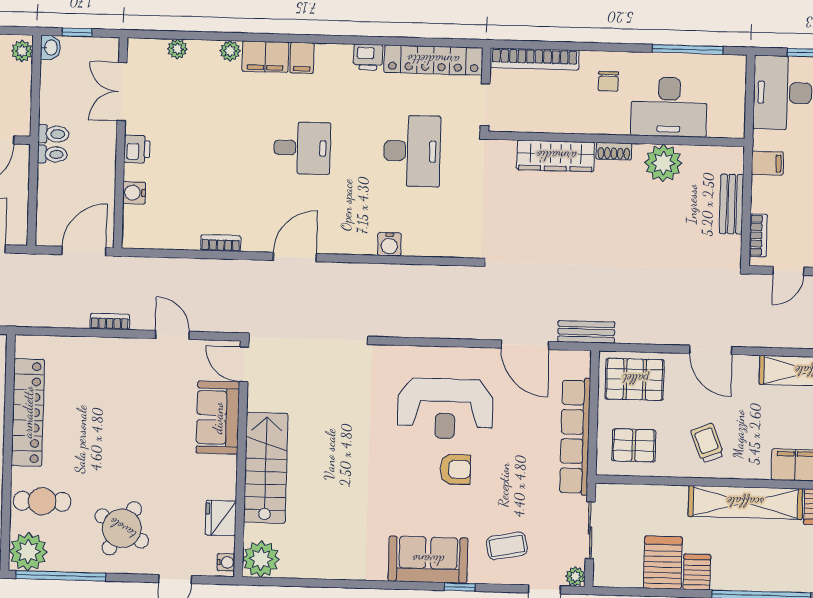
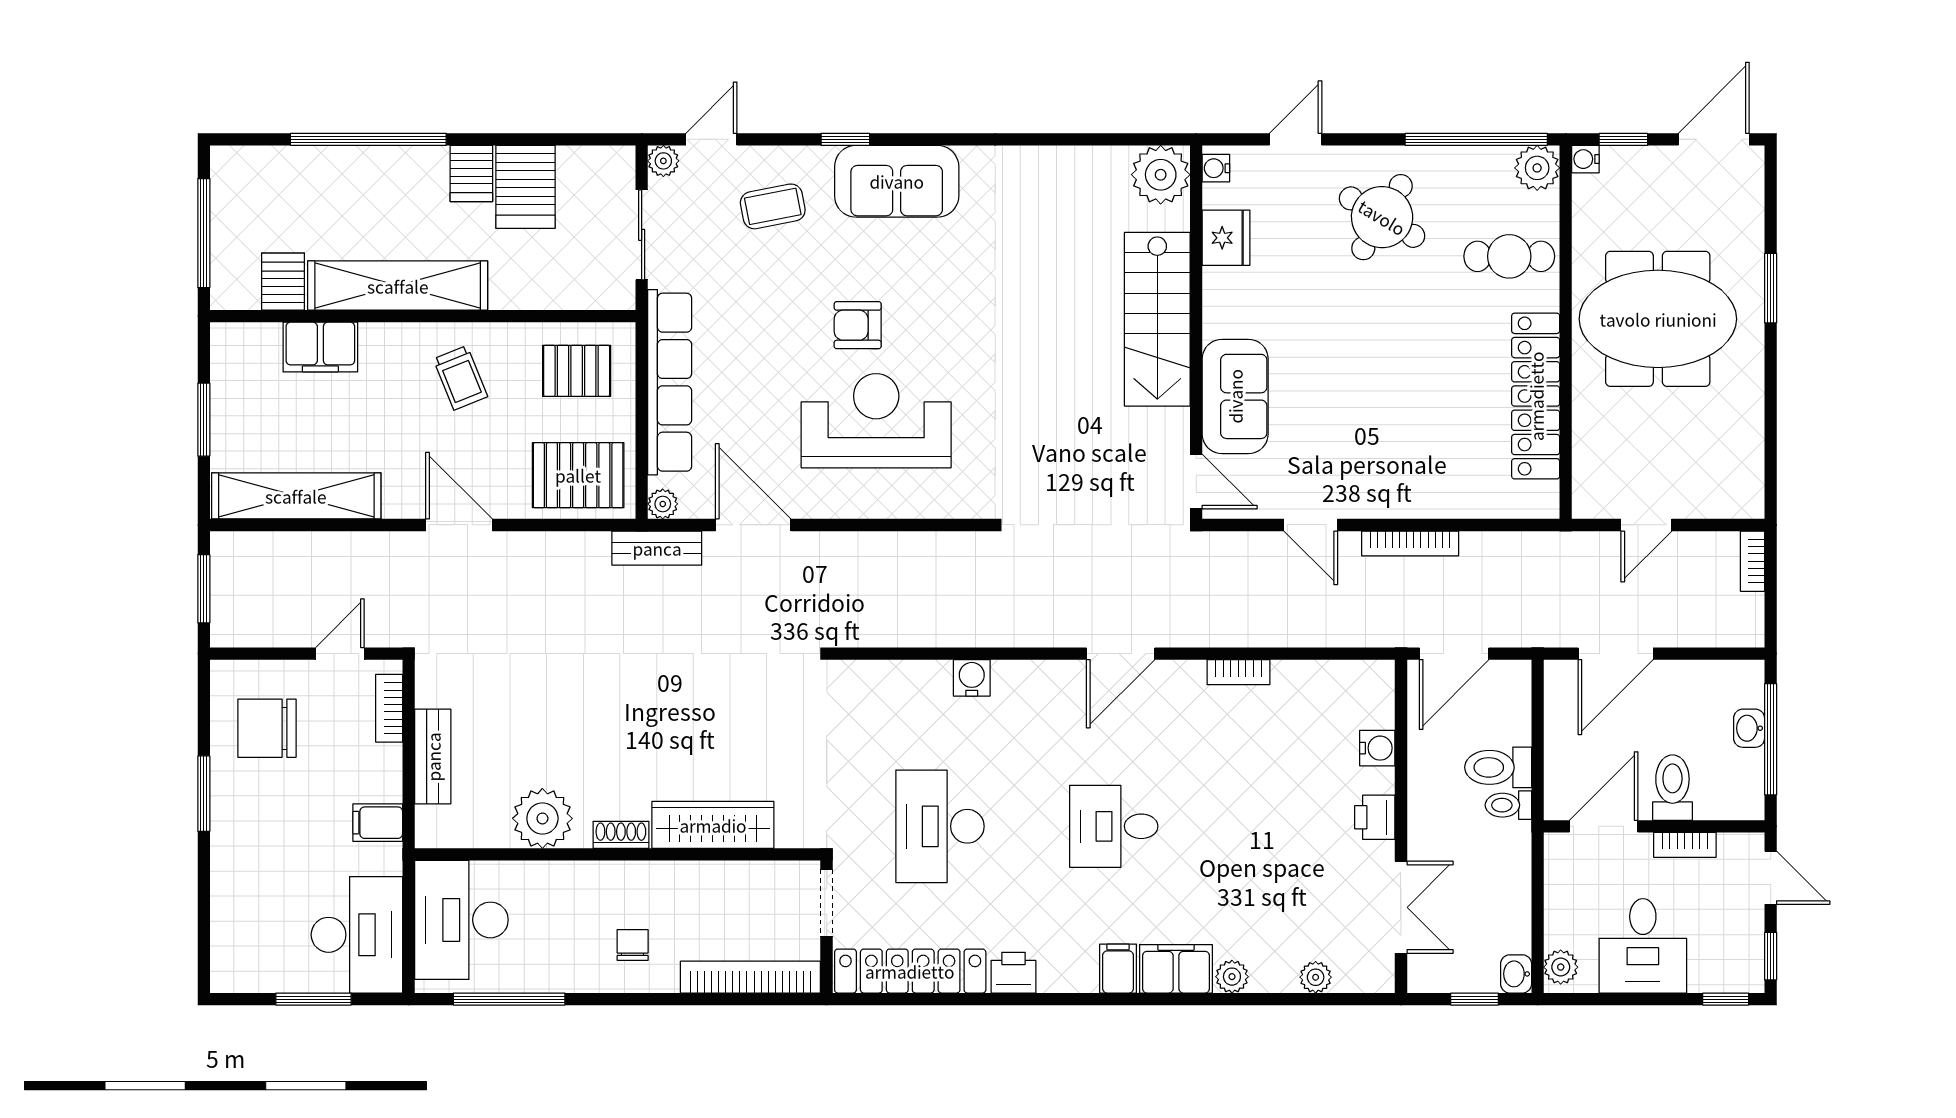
desk: (669, 107) -> (461, 920), moved, turned -90
toilet: (53, 134) -> (1498, 767), moved, width x1.37, depth x1.39
bookcase: (110, 322) -> (1410, 543), width x1.56
plant: (582, 360) -> (663, 504), added
plant: (28, 552) -> (1537, 168), width x0.73, depth x0.73

